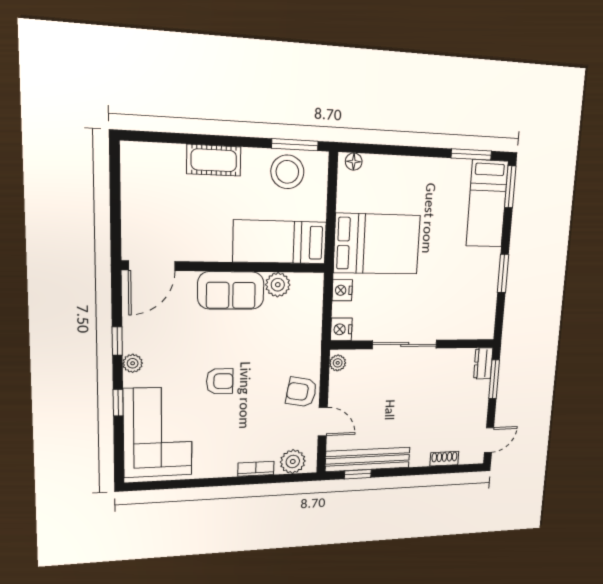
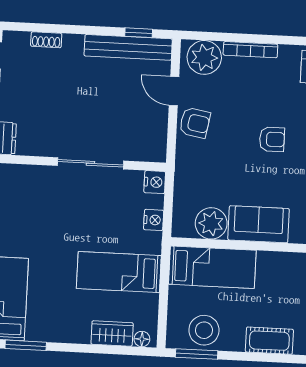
wardrobe: (385, 168) -> (112, 333), added
bed: (377, 244) -> (119, 272), width x0.67
plant: (278, 285) -> (211, 223), width x1.36, depth x1.36
plant: (338, 363) -> (159, 149), removed
armchair: (220, 381) -> (272, 139), turned 180
plant: (293, 462) -> (204, 57), width x1.36, depth x1.36
bookcase: (256, 469) -> (250, 50), width x1.56

